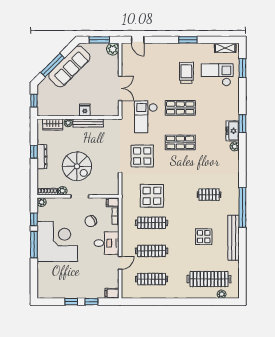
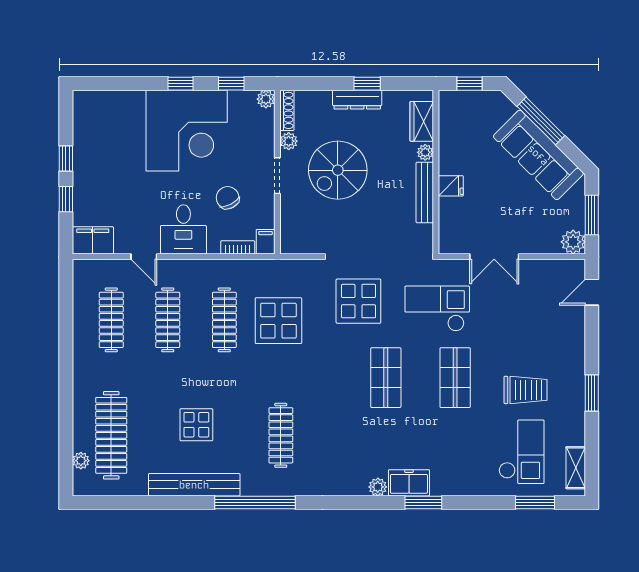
clothes rail: (209, 195) -> (281, 435), width x1.36
window: (34, 245) -> (180, 84), width x0.46
filing cabinet: (112, 293) -> (93, 240), width x2.00

